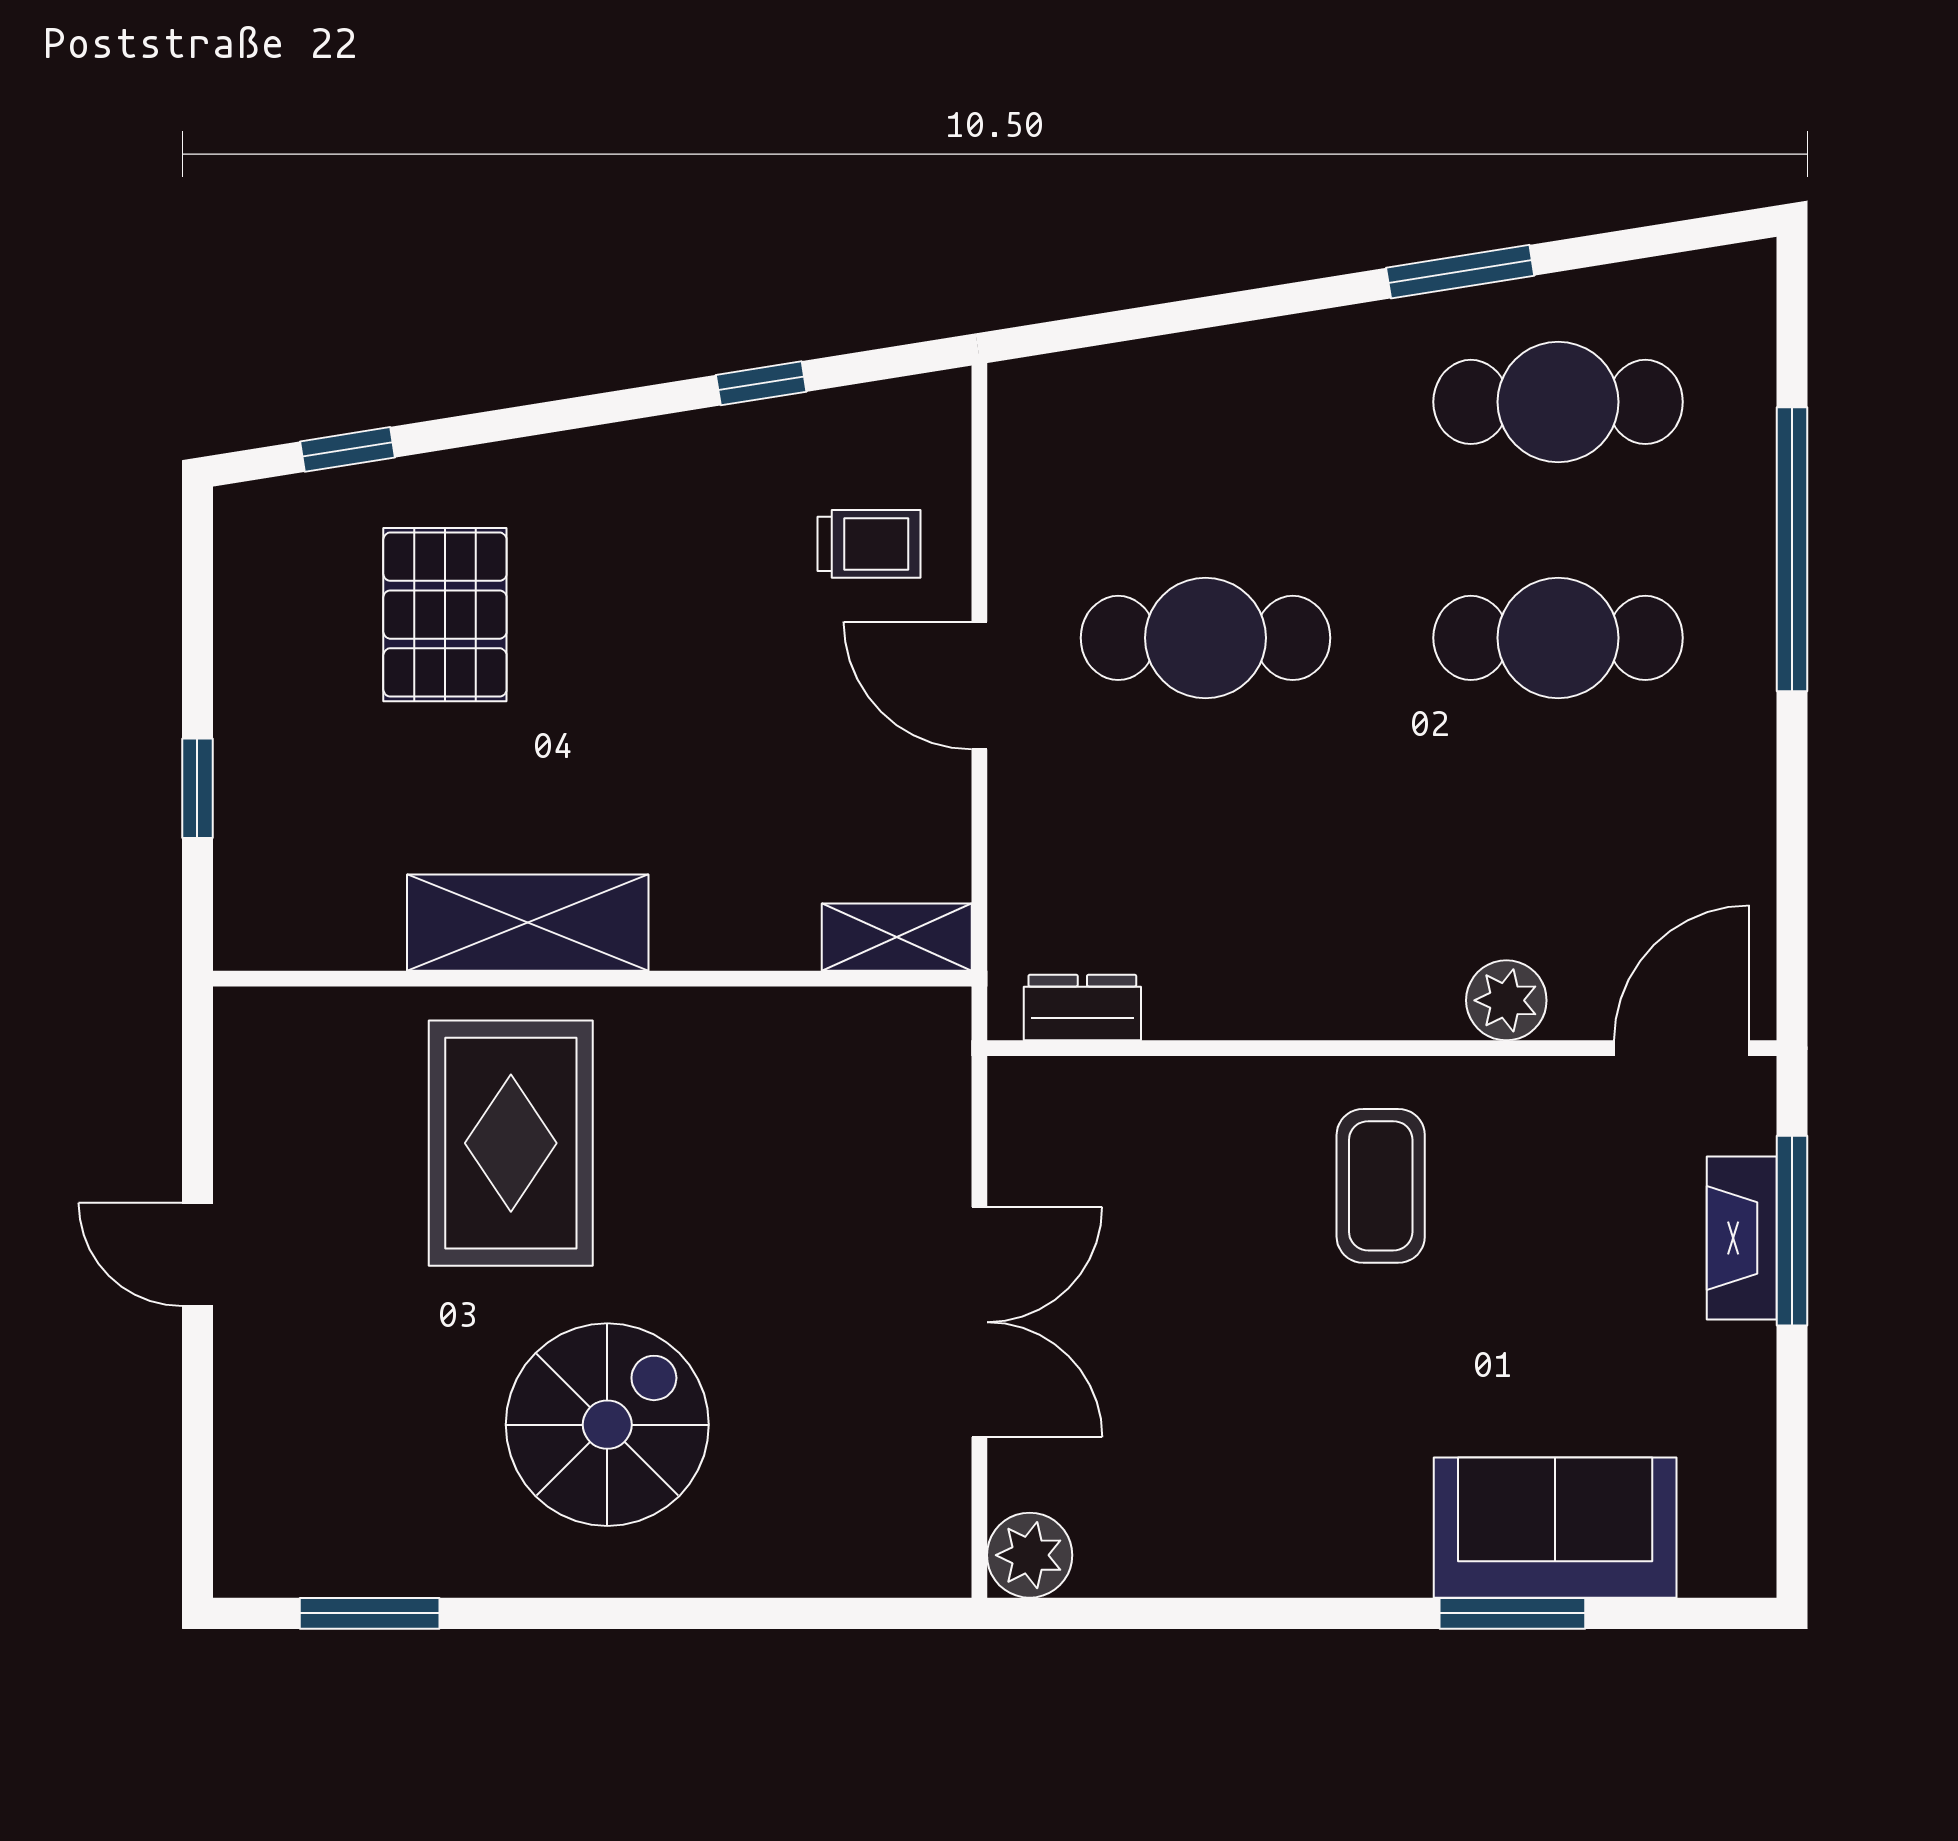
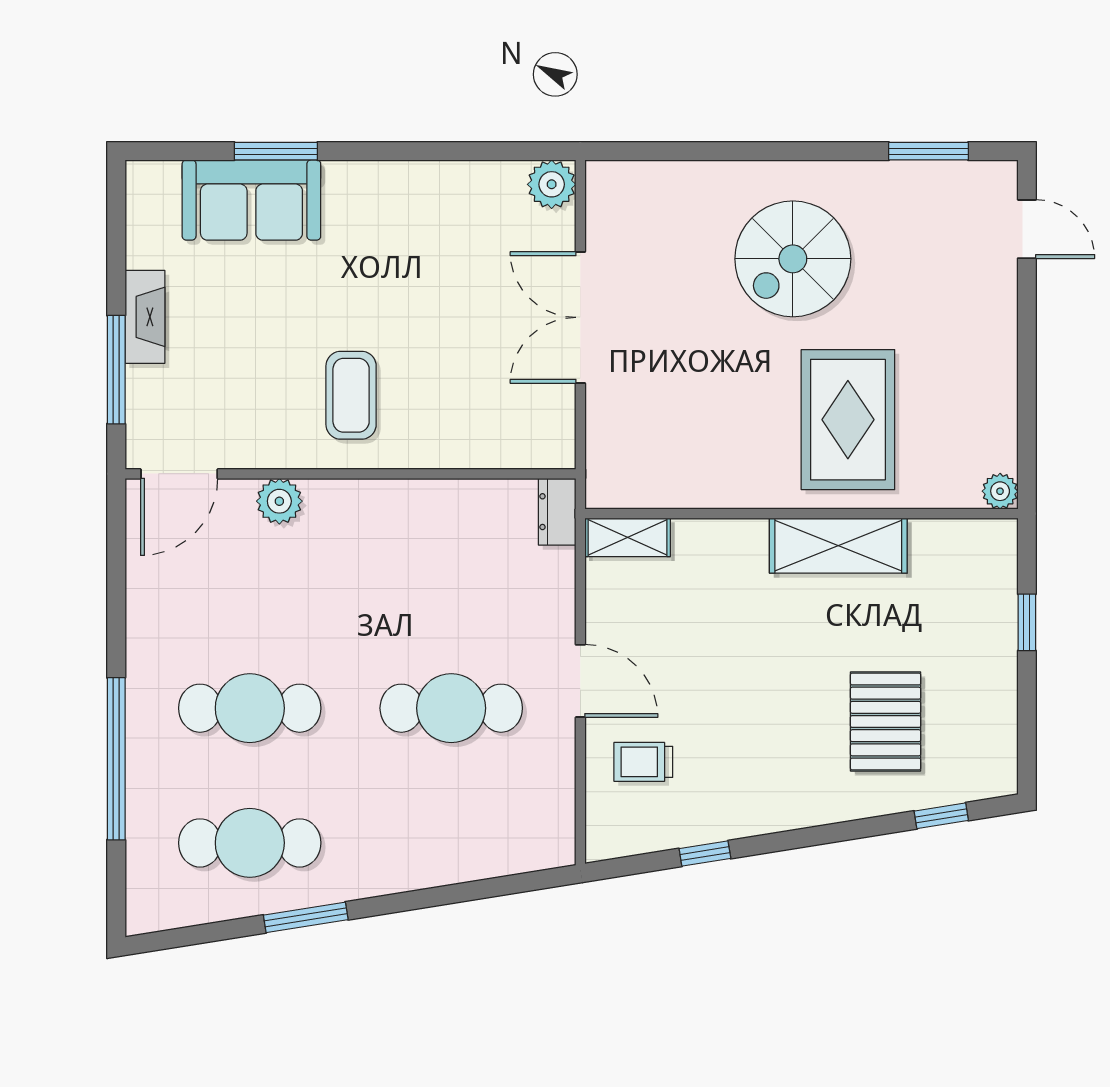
dresser: (1082, 1008) -> (557, 512), moved, turned 90
plant: (244, 1018) -> (1000, 491), added
fireplace: (1742, 1238) -> (145, 317), moved
door: (197, 1255) -> (1027, 229), moved

